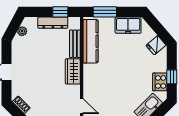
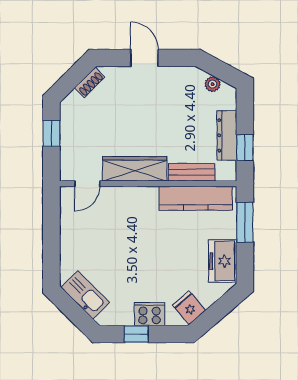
wardrobe: (73, 71) -> (135, 169), width x1.50
cooker: (160, 82) -> (150, 314), moved

